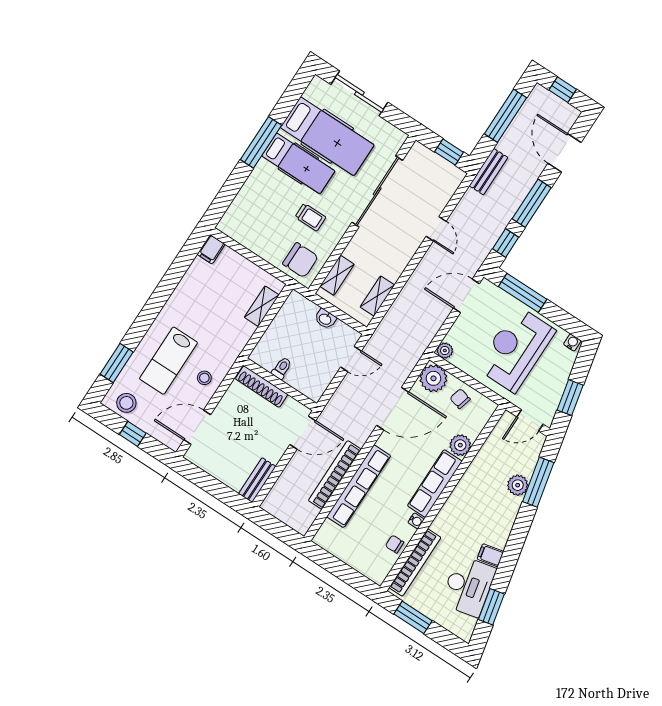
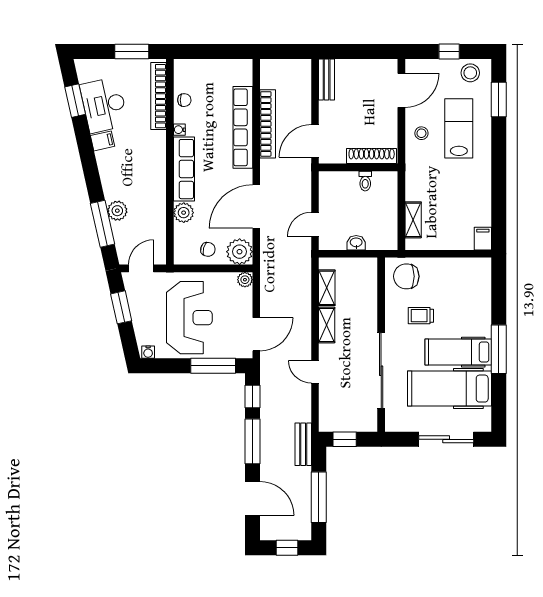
shelving: (337, 275) -> (327, 325), moved

